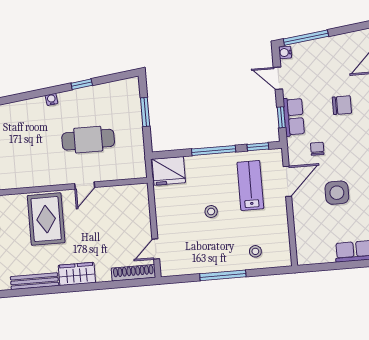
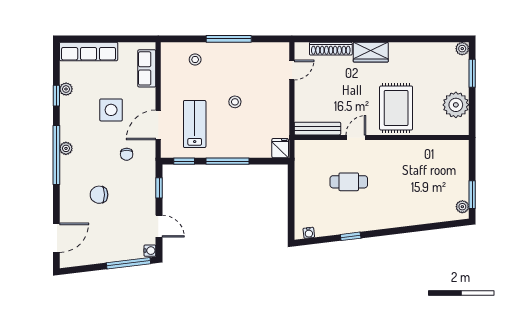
water cooler: (51, 99) -> (309, 233), moved
window: (145, 112) -> (291, 204), removed
row of seats: (294, 117) -> (147, 68), moved
cafe table: (88, 140) -> (349, 182), width x0.73, depth x0.74
fridge: (169, 171) -> (280, 148), width x0.53, depth x0.75
lab bench: (250, 185) -> (195, 124), turned 180
shoe rack: (133, 273) -> (331, 49), moved
bench: (34, 281) -> (317, 129), moved

